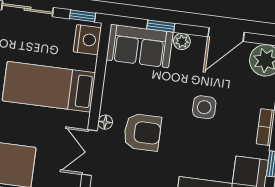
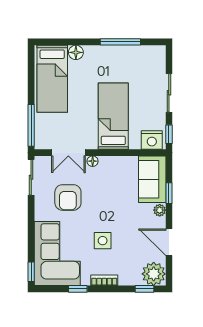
side table: (204, 107) -> (103, 241), moved
armchair: (142, 132) -> (68, 197), moved
double door: (90, 153) -> (68, 153), swing flipped

